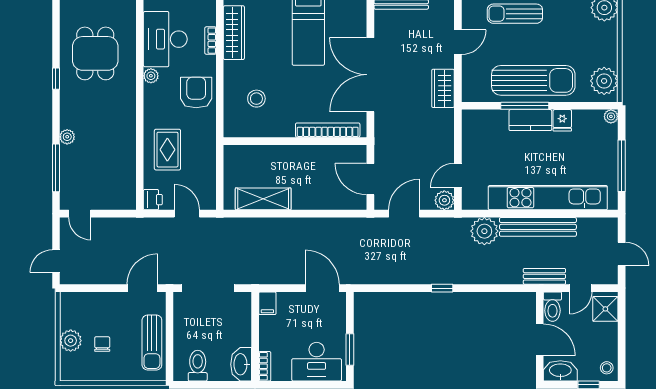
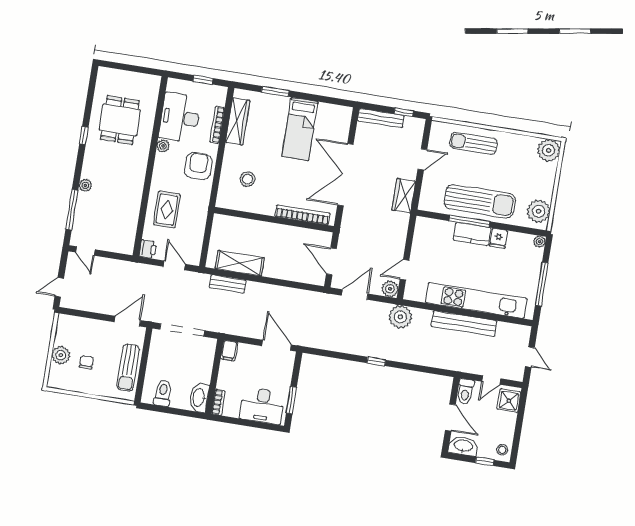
bookcase: (210, 41) -> (217, 125), width x1.56
plant: (484, 231) -> (400, 317), moved
bench: (544, 276) -> (228, 284), moved

